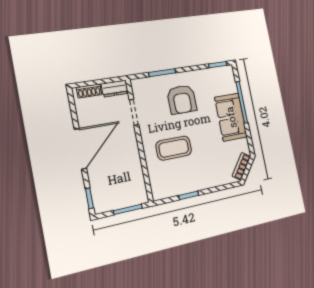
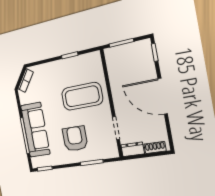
sofa: (231, 117) -> (35, 130), width x1.36
coffee table: (174, 148) -> (82, 96), width x1.36, depth x1.32
door: (80, 149) -> (163, 96), hinge flipped

